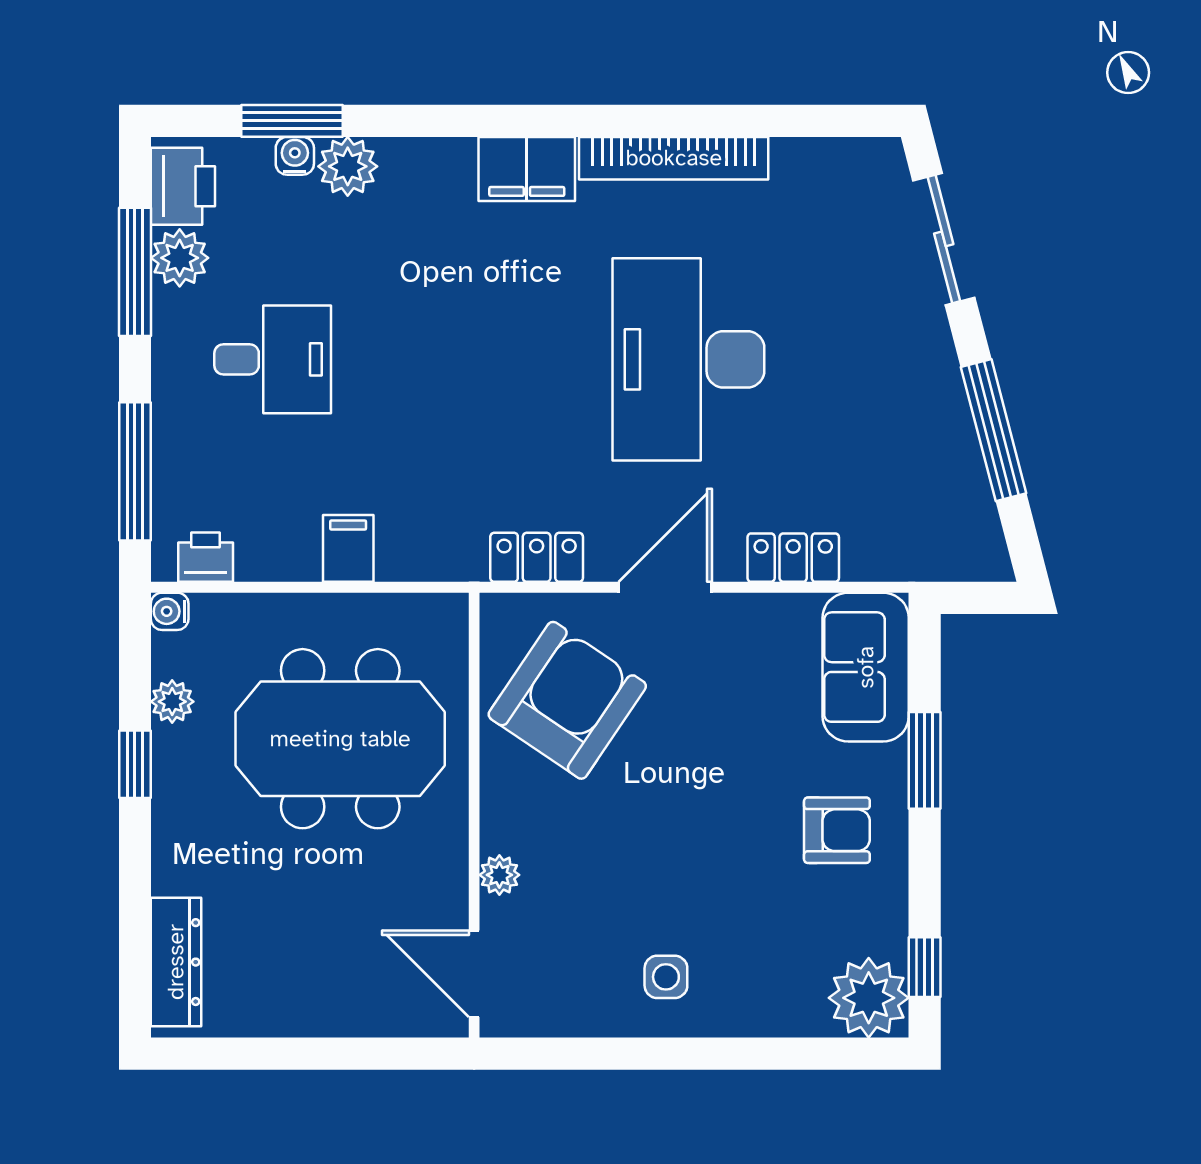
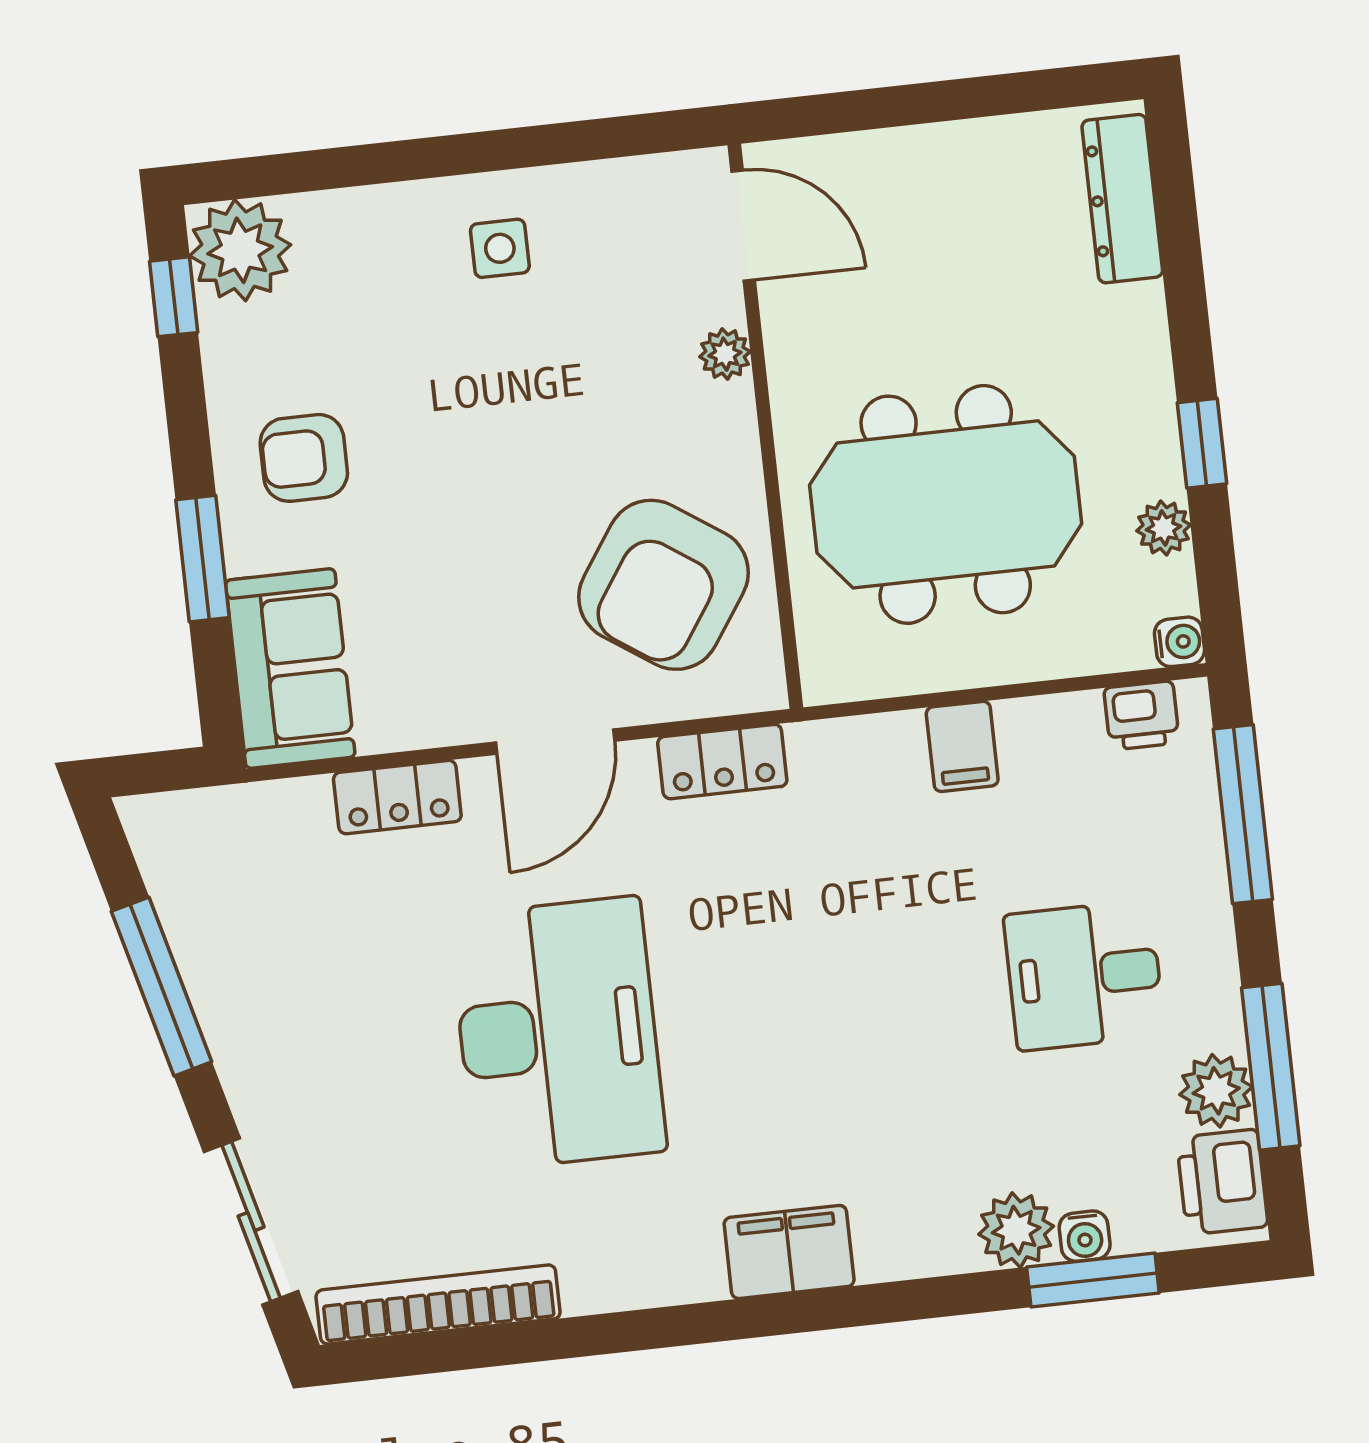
bookcase: (674, 158) -> (438, 1304), moved

